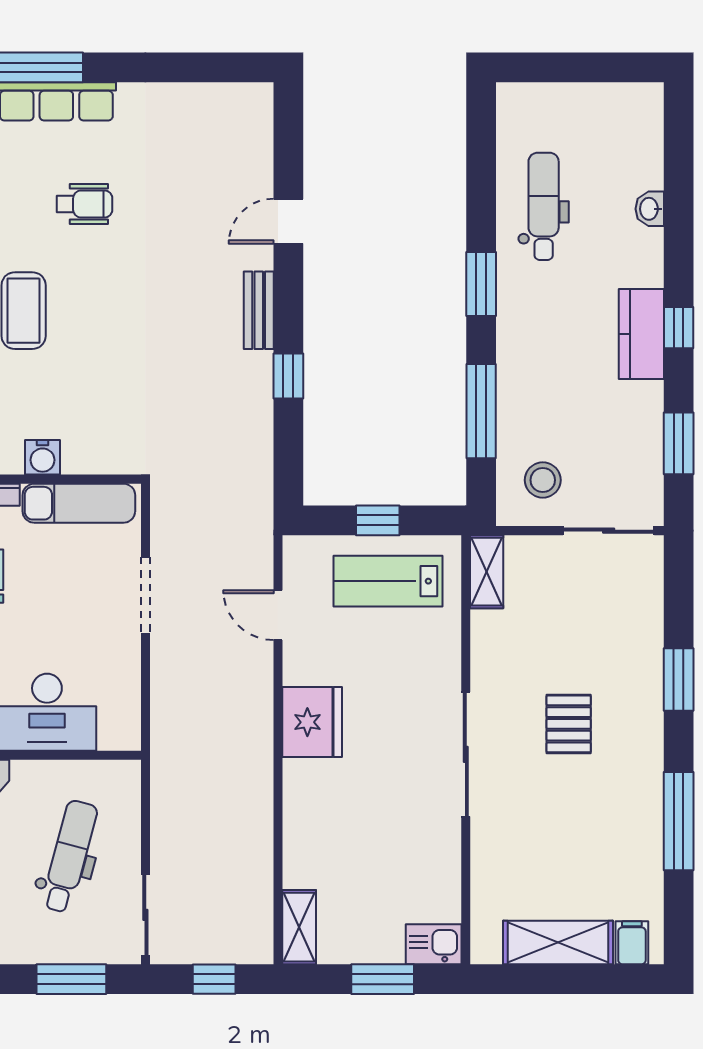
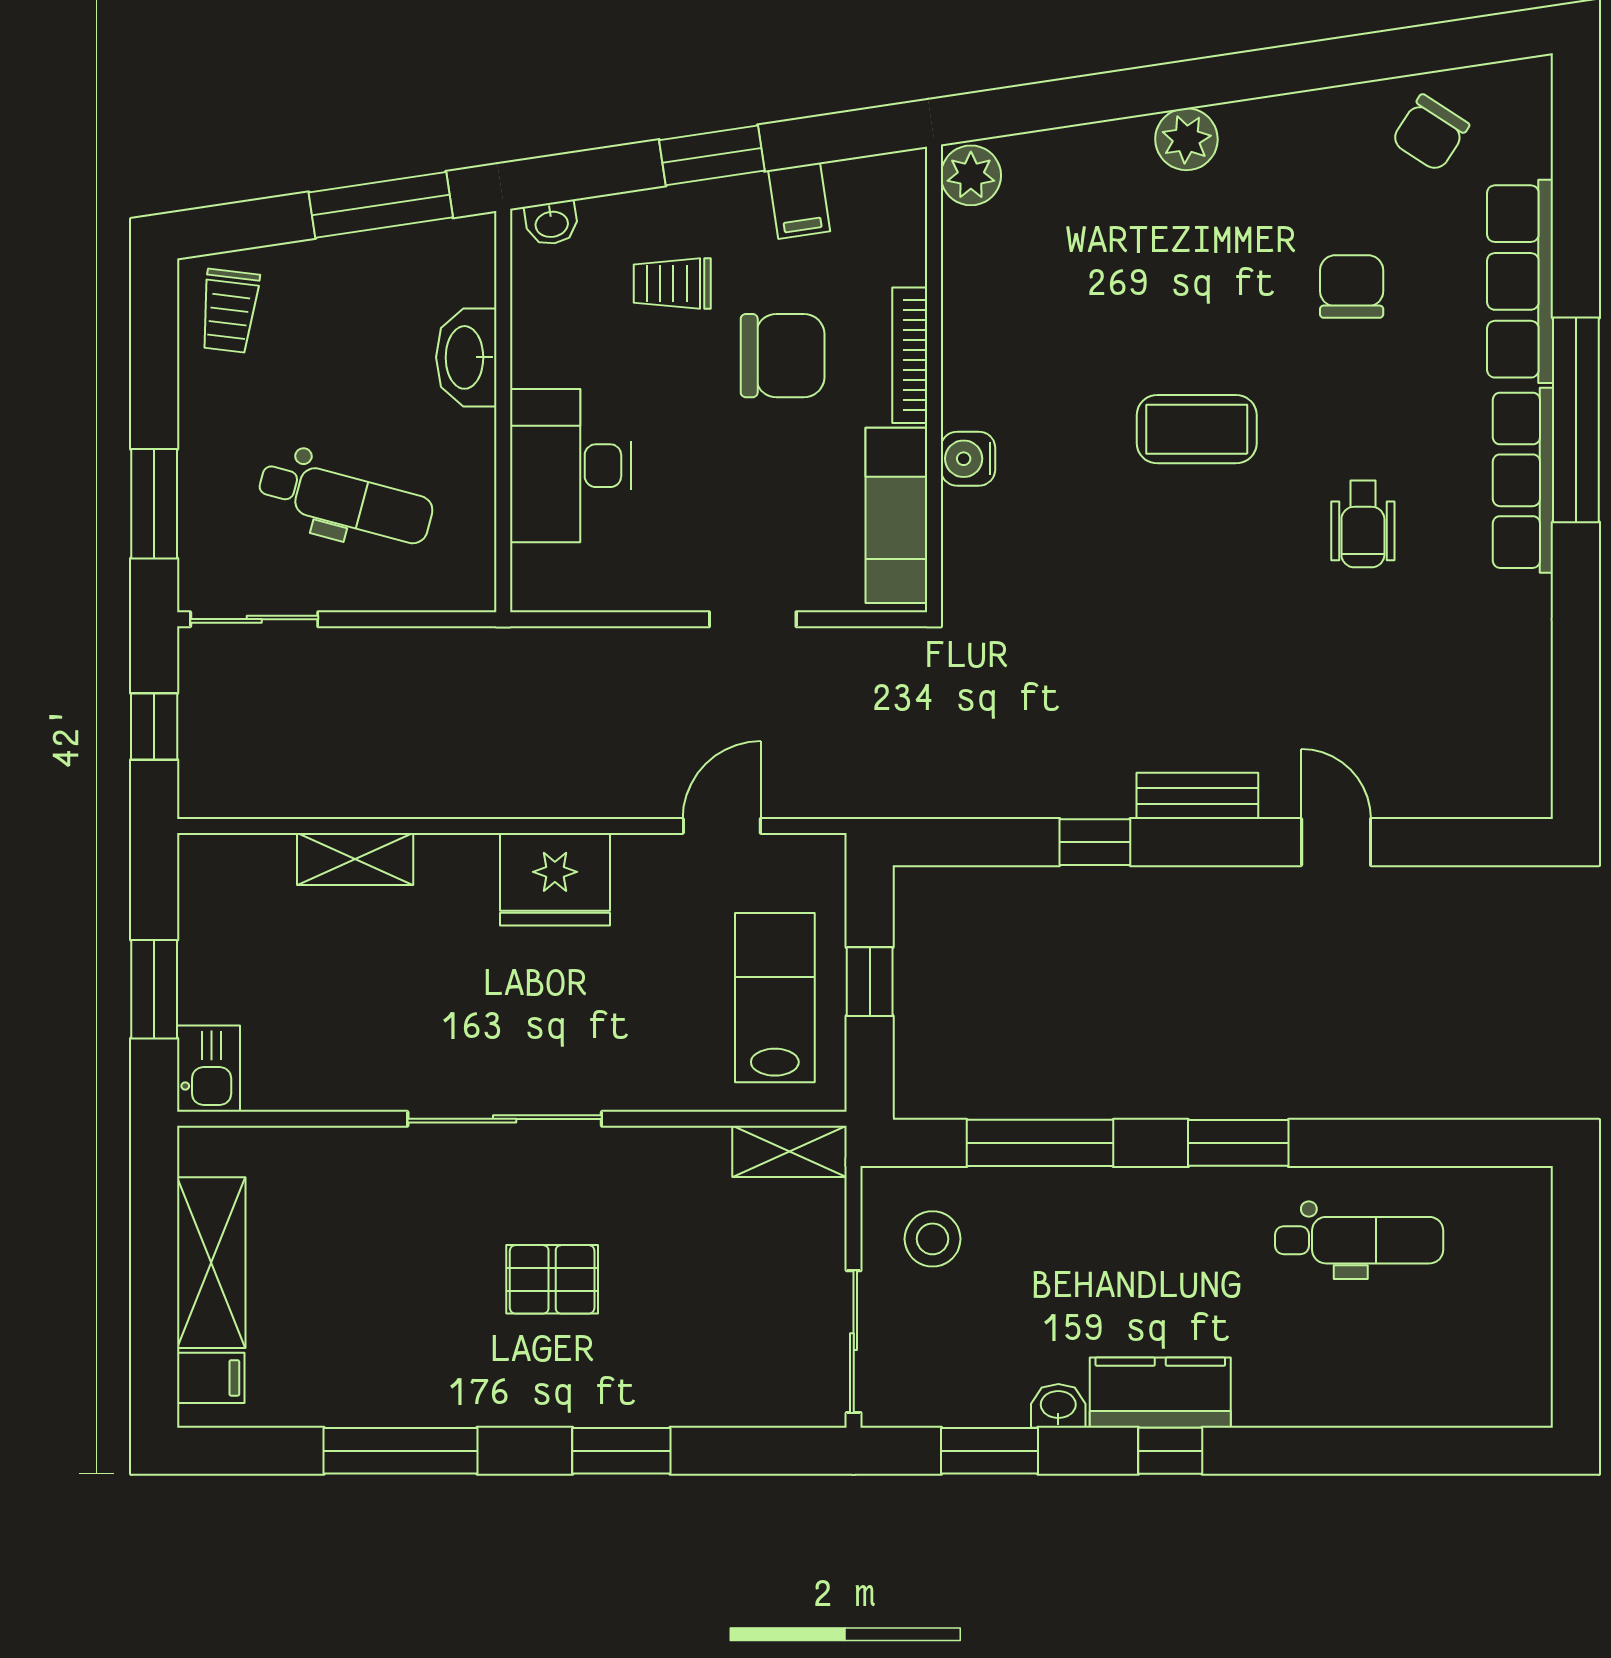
washbasin: (650, 209) -> (1058, 1406), moved
doorway: (145, 595) -> (753, 619), width x0.73
shelving: (299, 927) -> (355, 859), moved

